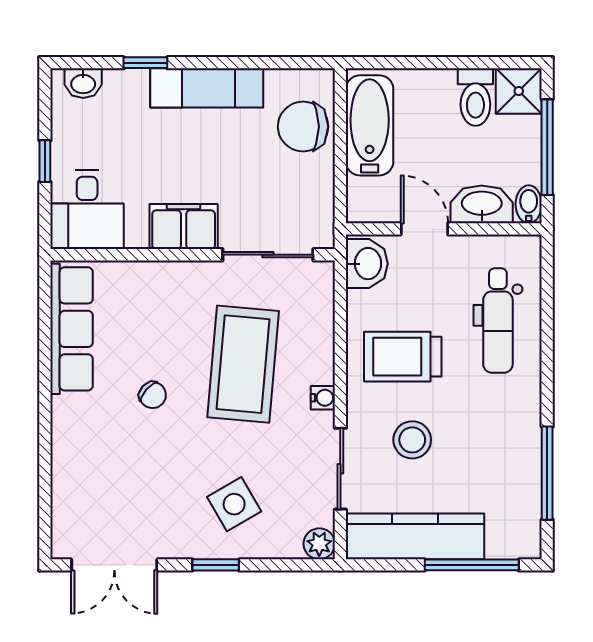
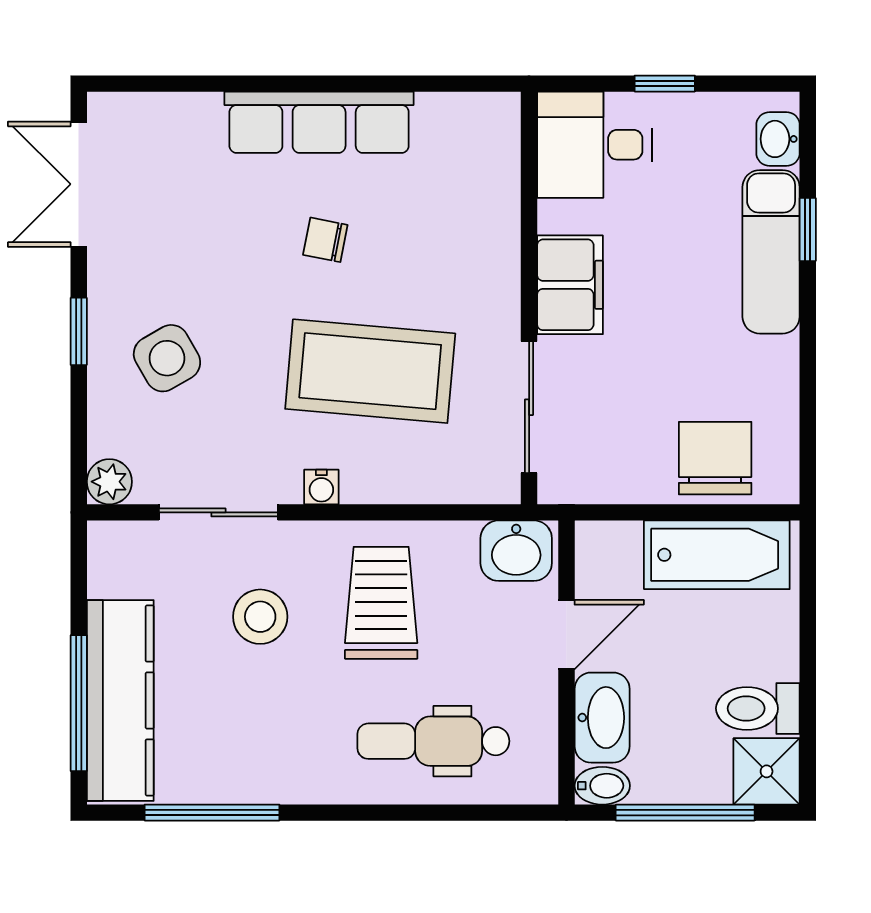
exam couch: (207, 88) -> (771, 252), moved
row of seats: (72, 329) -> (319, 122), moved
chair: (153, 395) -> (325, 240), turned 59
kitchen counter: (415, 536) -> (120, 700), moved

